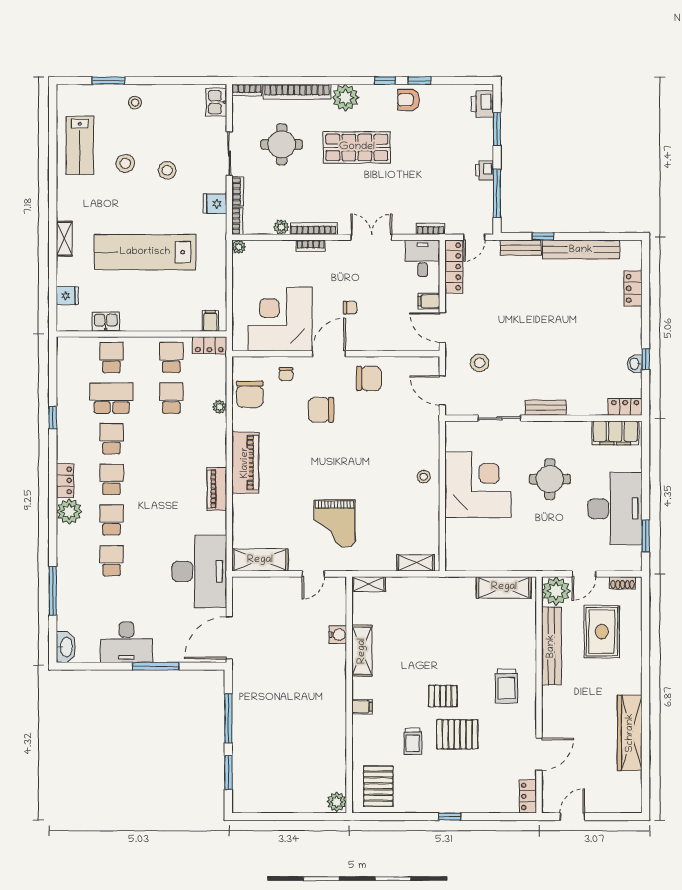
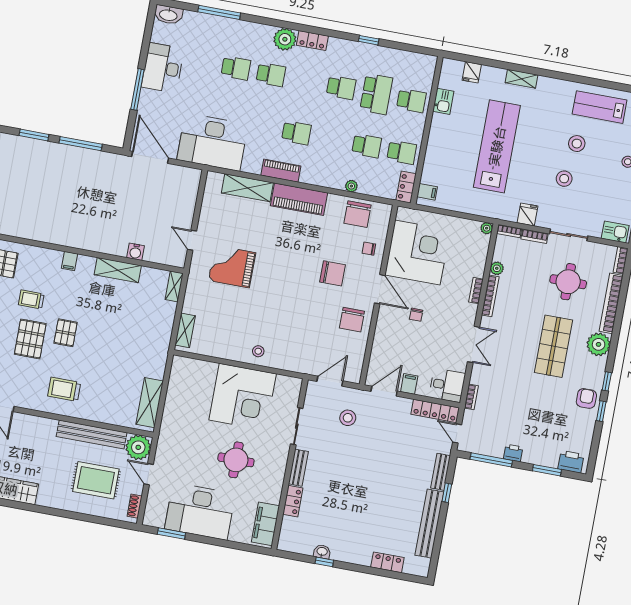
chair: (250, 394) -> (358, 214), turned -90
locker: (625, 407) -> (293, 501), moved
chair: (321, 410) -> (333, 273), turned 90
school desk: (112, 479) -> (296, 133), moved
shelving: (260, 560) -> (247, 188), moved, turned 90

